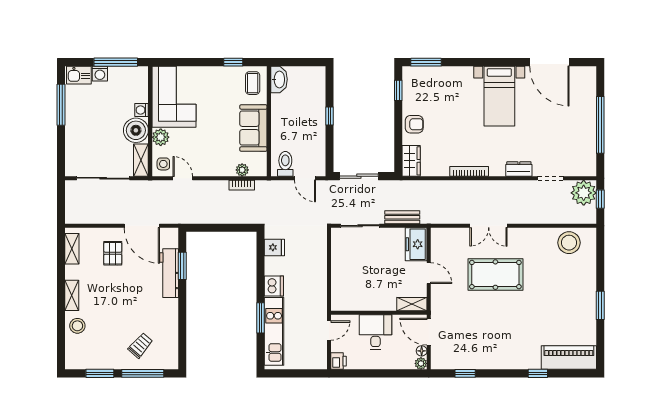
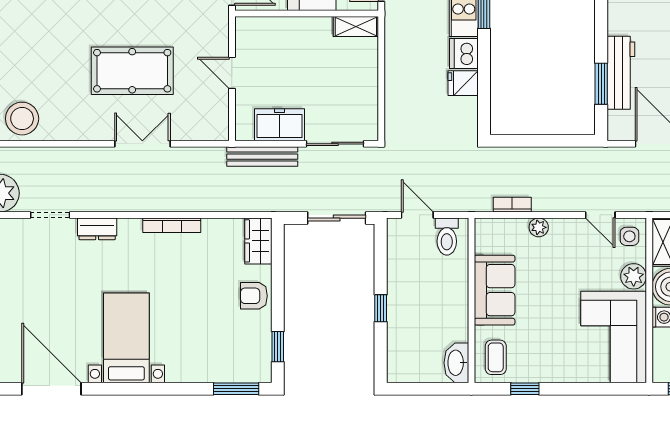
plant: (242, 170) -> (539, 227), moved
bench: (402, 217) -> (262, 157), width x1.36
freezer: (416, 244) -> (279, 125), moved, turned -90
fridge: (274, 247) -> (463, 83), moved
shelving: (412, 304) -> (356, 26), moved

